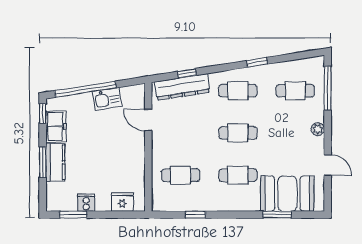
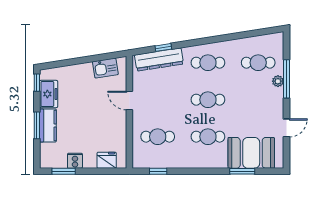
window: (257, 62) -> (225, 38), removed
window: (328, 88) -> (286, 79), moved
window: (85, 89) -> (74, 61), removed
kitchen sink: (107, 99) -> (105, 68), moved
door: (148, 120) -> (129, 101), moved
plant: (318, 129) -> (278, 81), moved
door: (328, 165) -> (286, 128), hinge flipped
window: (195, 215) -> (158, 171), moved

